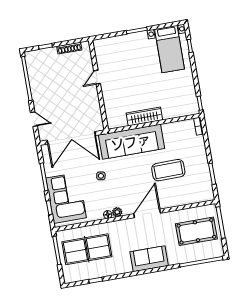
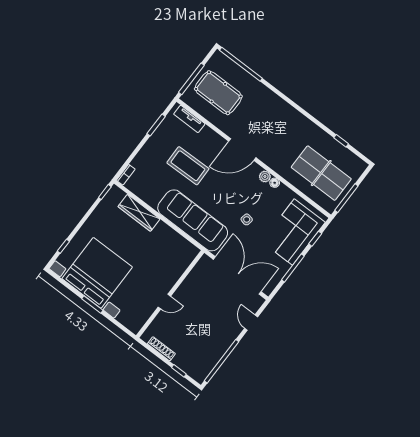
bed with nightstands: (170, 49) -> (97, 273), width x1.85
wardrobe: (144, 116) -> (139, 213), moved
tv unit: (197, 198) -> (189, 119), added
sofa: (149, 259) -> (280, 112), removed

